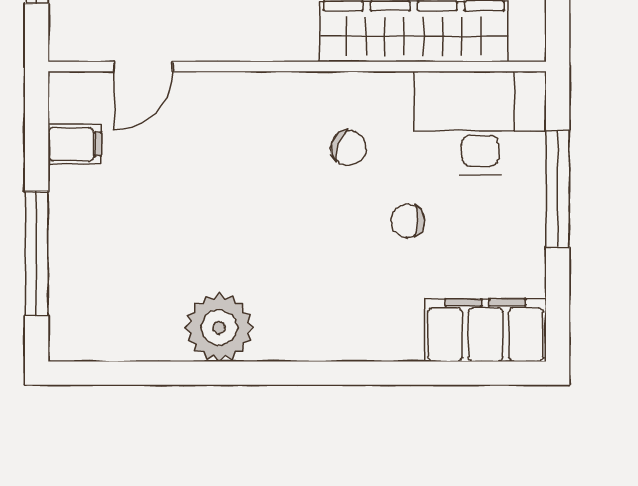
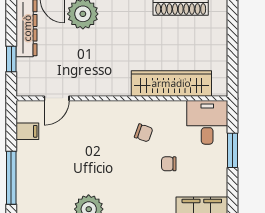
desk: (480, 123) -> (207, 122), width x0.73
window: (558, 189) -> (232, 150), width x0.69

